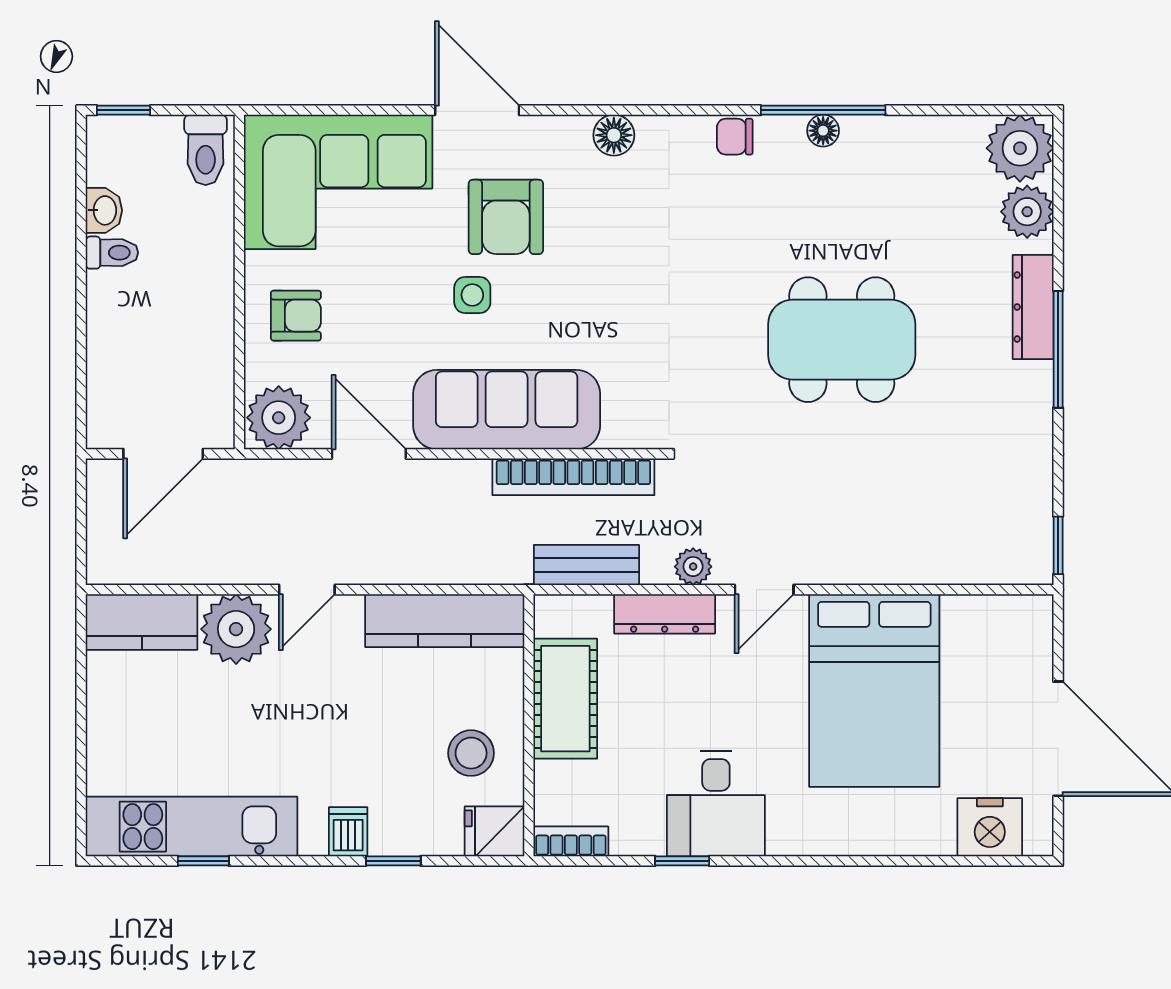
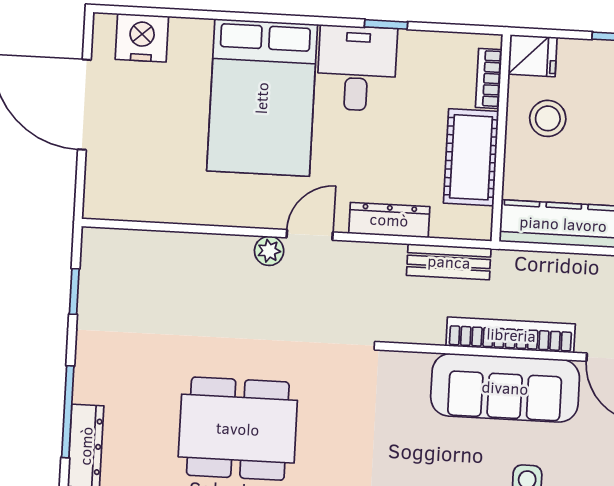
bookcase: (573, 477) -> (511, 335), moved
window: (1058, 545) -> (74, 292), moved
plant: (693, 567) -> (269, 251), moved
bed: (874, 690) -> (262, 98), moved, turned 180
bookcase: (571, 841) -> (489, 78), moved, turned 90

